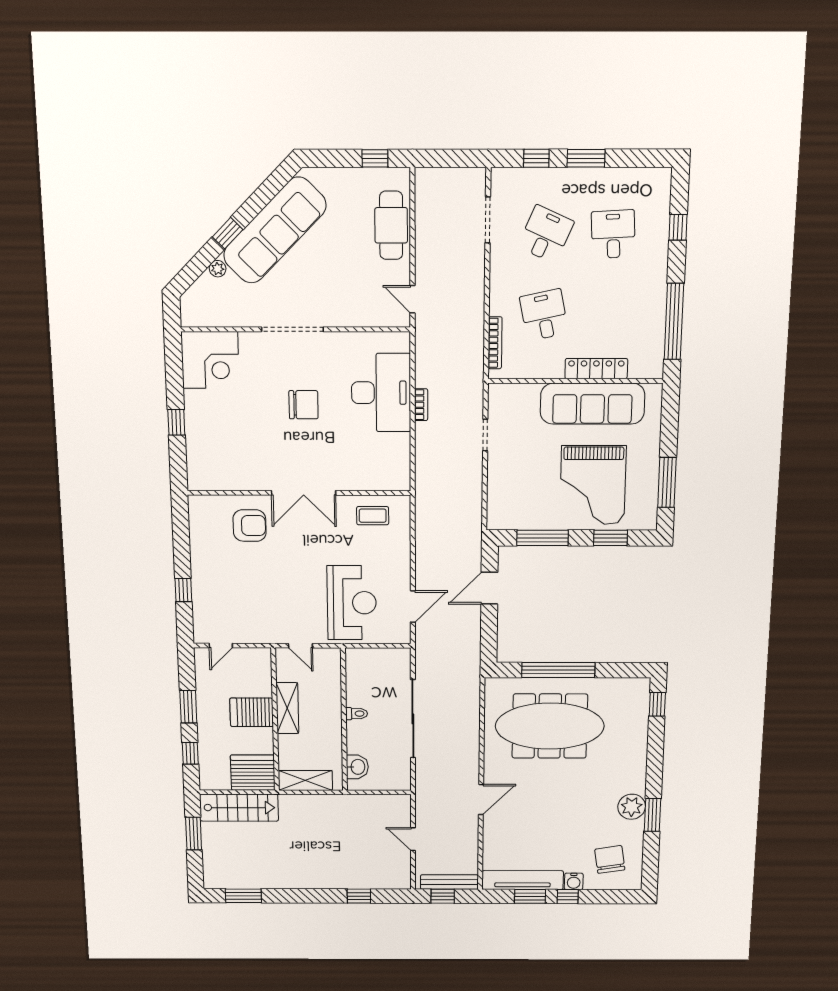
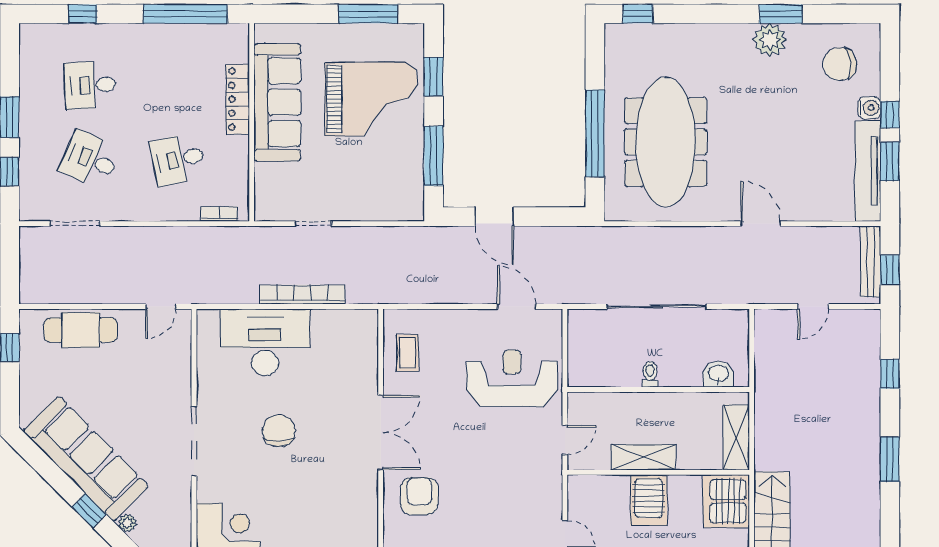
bookcase: (495, 343) -> (219, 214), width x0.64
bookcase: (421, 405) -> (303, 295), width x2.31, depth x1.31
window: (243, 896) -> (890, 459), moved

